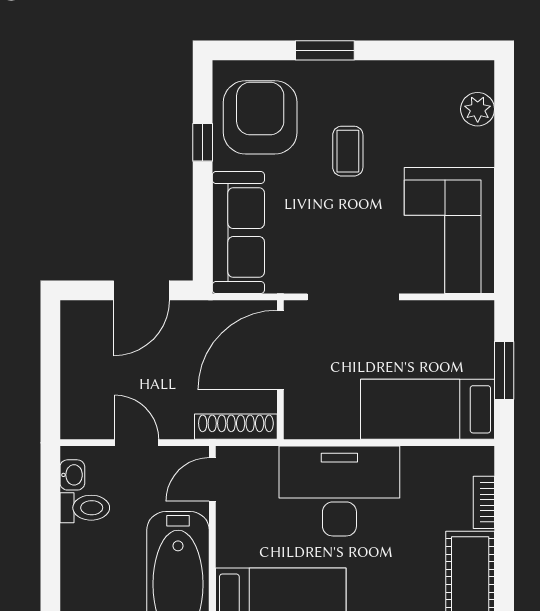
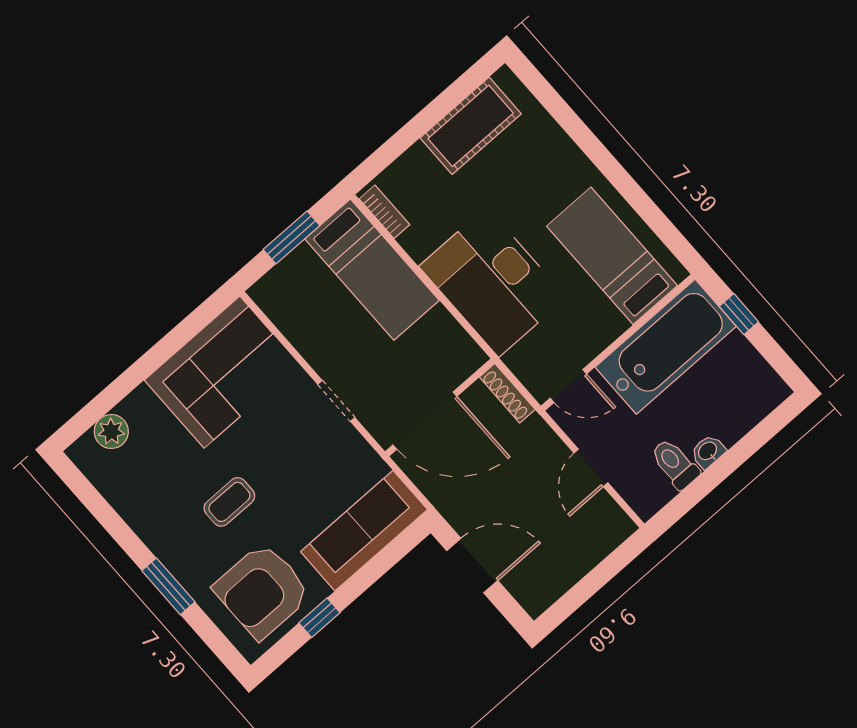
doorway: (353, 297) -> (336, 401), width x0.53
shoe rack: (236, 427) -> (507, 393), width x0.74, depth x0.81
washbasin: (72, 475) -> (708, 451), moved
bookcase: (484, 502) -> (384, 212), moved, turned -90

